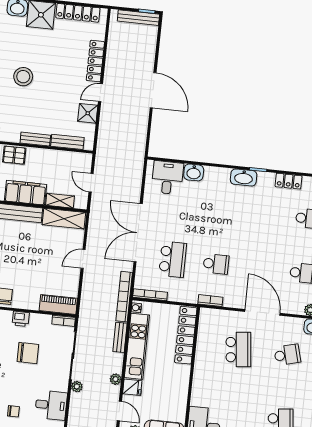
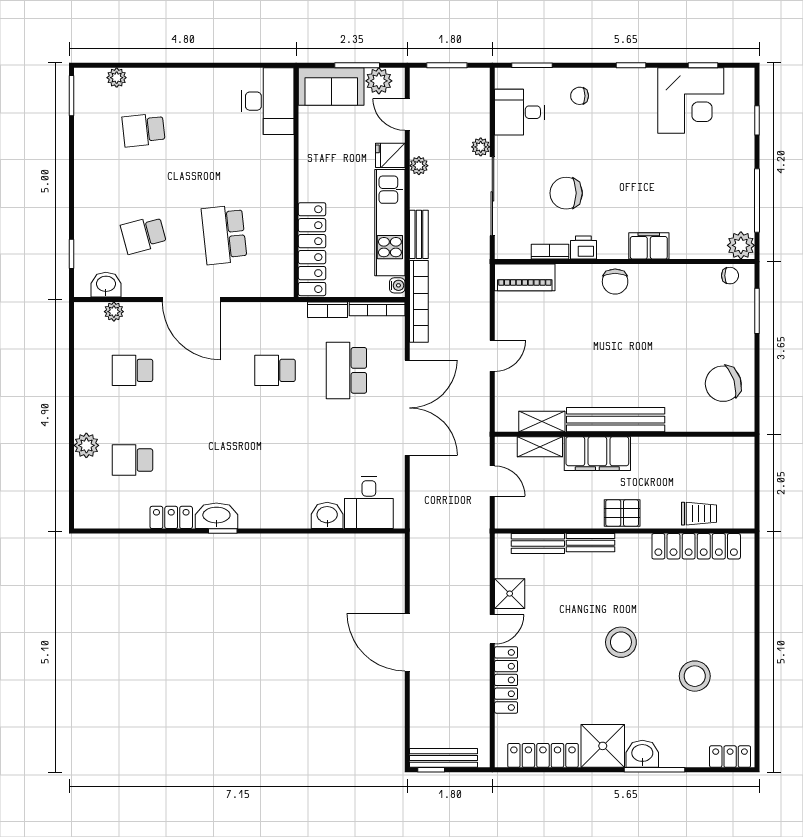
washbasin: (244, 177) -> (216, 516), moved
shelving: (64, 219) -> (542, 421), width x0.67, depth x0.75
bookcase: (210, 301) -> (328, 310), moved
bookcase: (64, 321) -> (550, 252), moved

